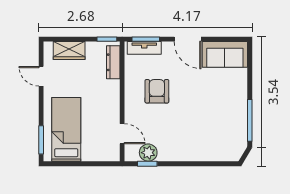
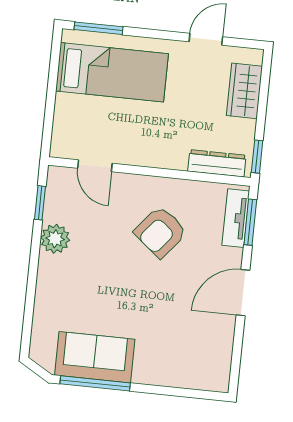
sofa: (225, 54) -> (95, 357), moved, turned 90
armchair: (157, 91) -> (160, 232), turned 129
door: (122, 134) -> (95, 166), hinge flipped
plant: (148, 153) -> (55, 239), moved

